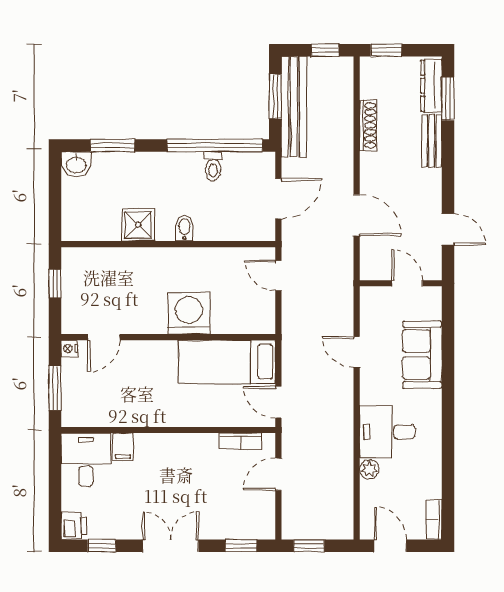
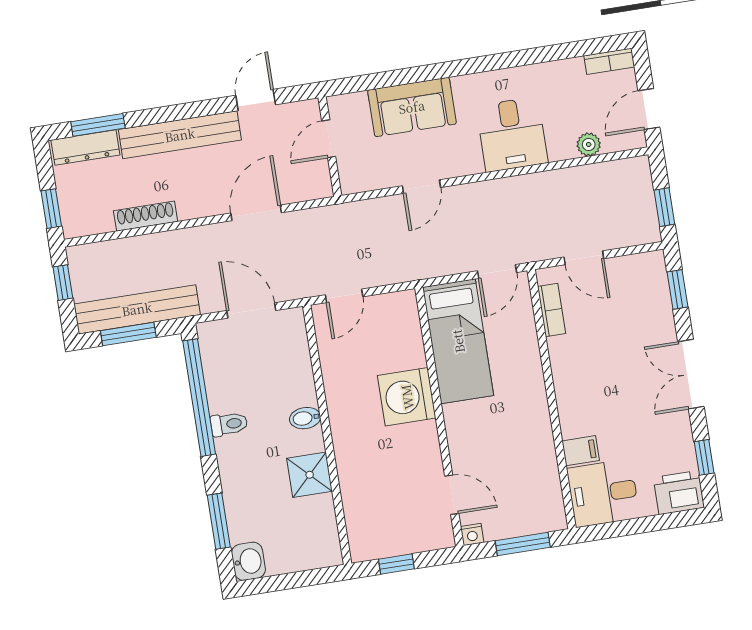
bench: (432, 141) -> (180, 135), width x1.86, depth x1.21
toilet: (213, 166) -> (229, 424), moved
plant: (369, 469) -> (589, 144), moved
printer: (74, 526) -> (679, 492), width x1.36, depth x1.24

